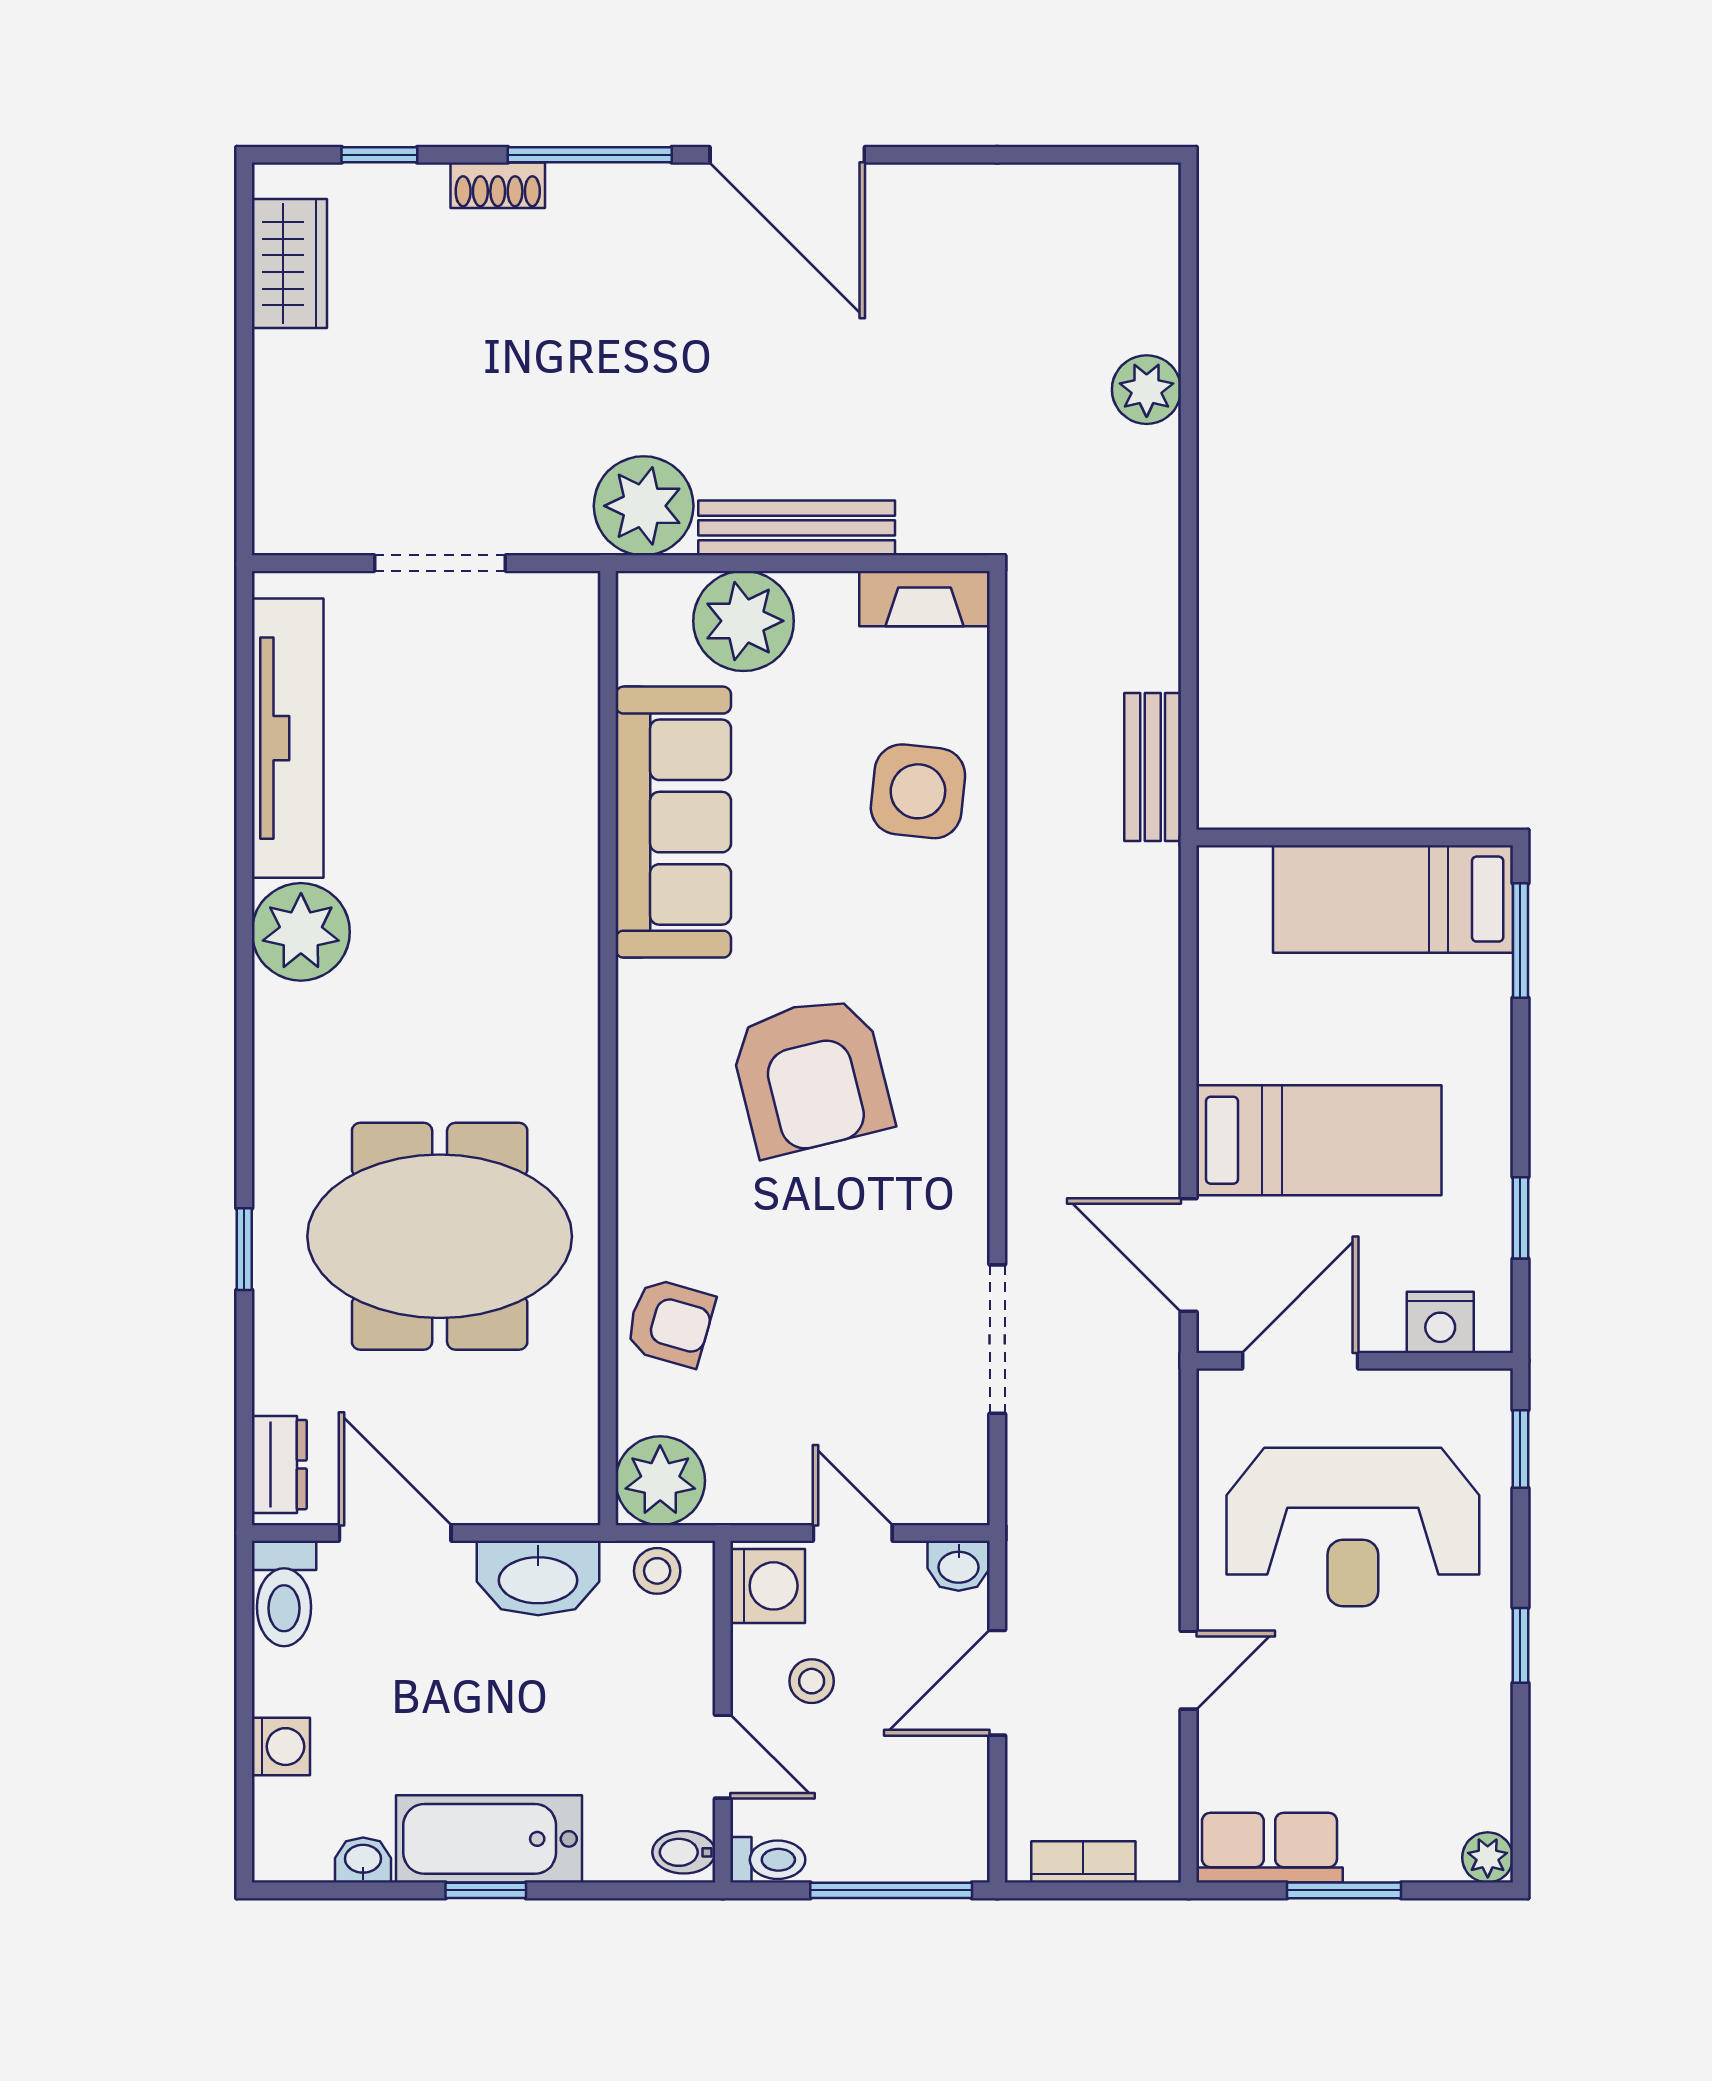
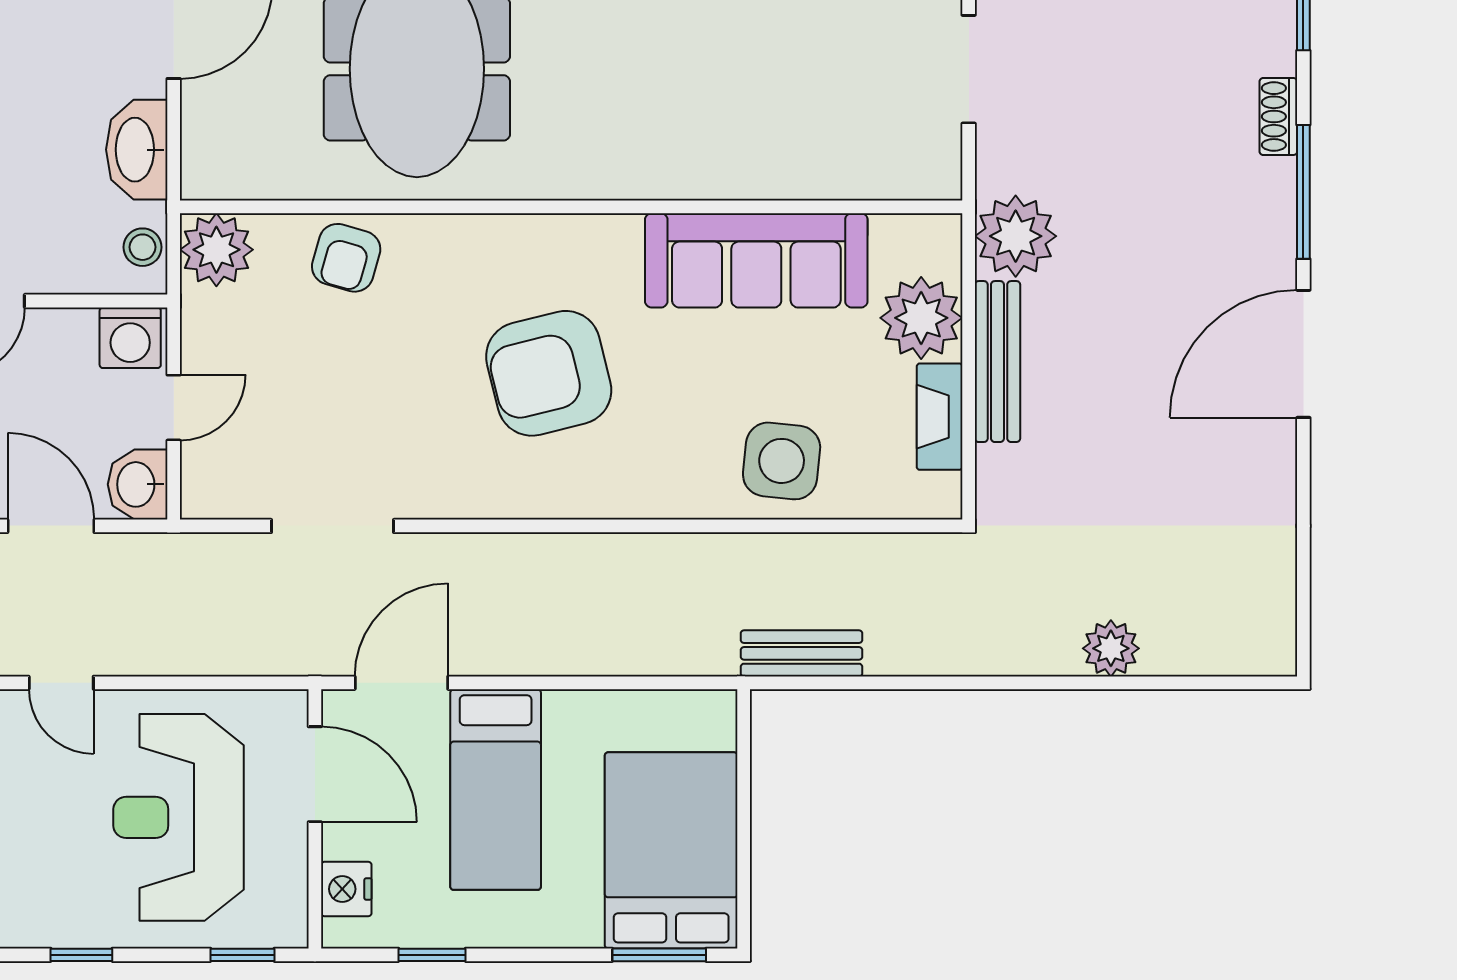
fireplace: (924, 599) -> (940, 417), moved
bed: (1393, 899) -> (671, 850), width x1.50
washbasin: (959, 1566) -> (138, 484), width x1.38, depth x1.45
stool: (812, 1681) -> (52, 374), removed

